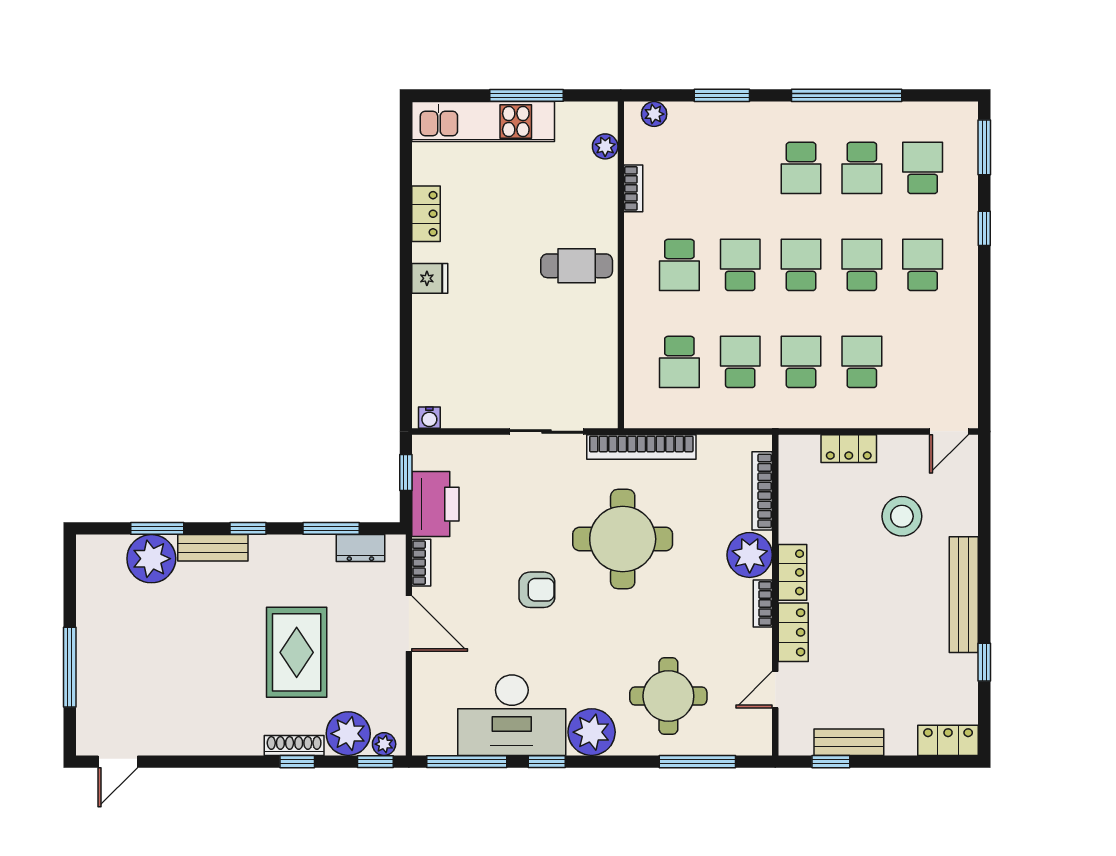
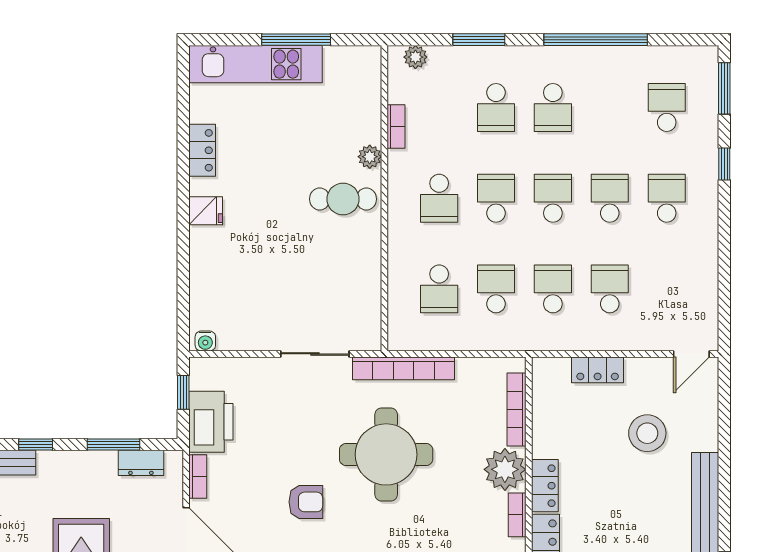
plant: (605, 146) -> (370, 157), moved
school desk: (862, 168) -> (496, 107), moved

